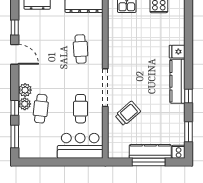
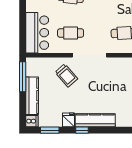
fridge: (177, 52) -> (69, 120), moved
window: (149, 162) -> (23, 77), moved

